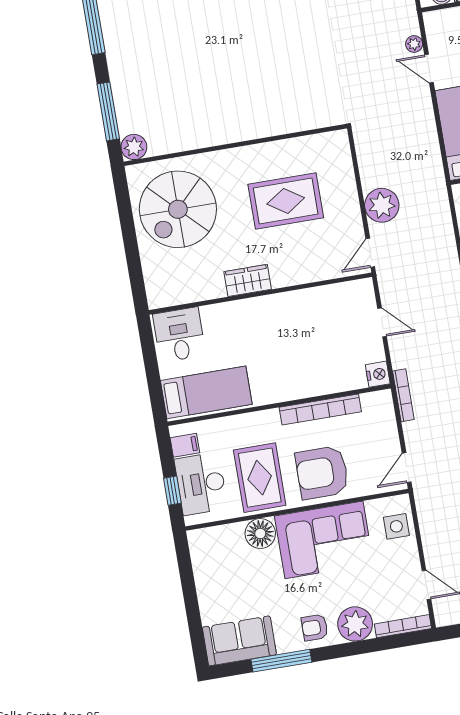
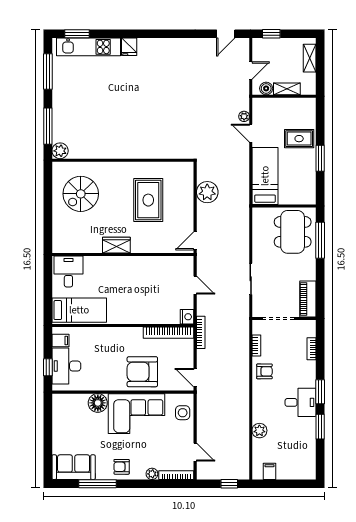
rug: (286, 201) -> (148, 200), turned 90
plant: (382, 205) -> (207, 192), moved
spiral stairs: (178, 209) -> (81, 194), width x0.73, depth x0.73
bookcase: (320, 409) -> (169, 333), moved
door: (407, 468) -> (195, 378), hinge flipped
rug: (260, 478) -> (103, 368), removed
plant: (355, 624) -> (152, 474), width x0.53, depth x0.53

